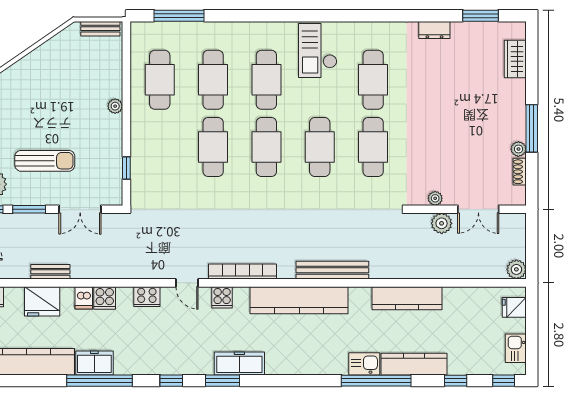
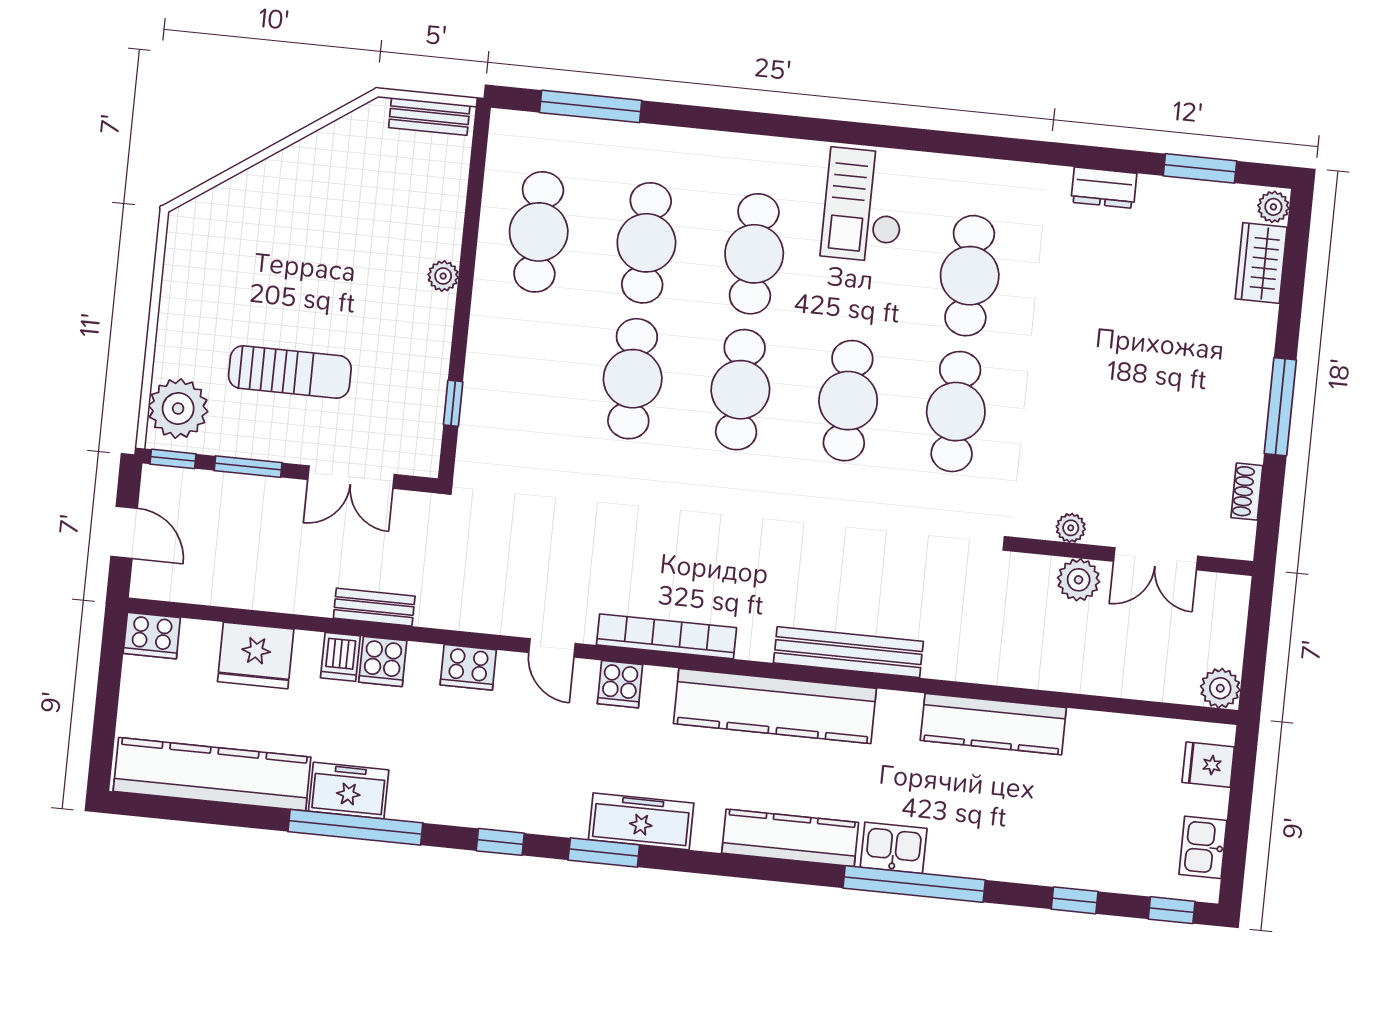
plant: (518, 149) -> (1273, 207), moved
bench: (50, 272) -> (374, 607), moved
kitchen counter: (414, 364) -> (790, 838), moved

